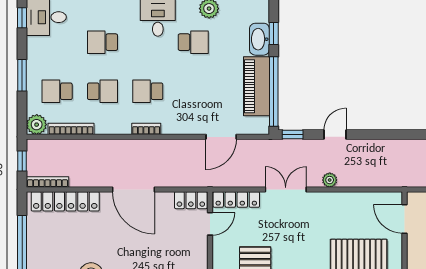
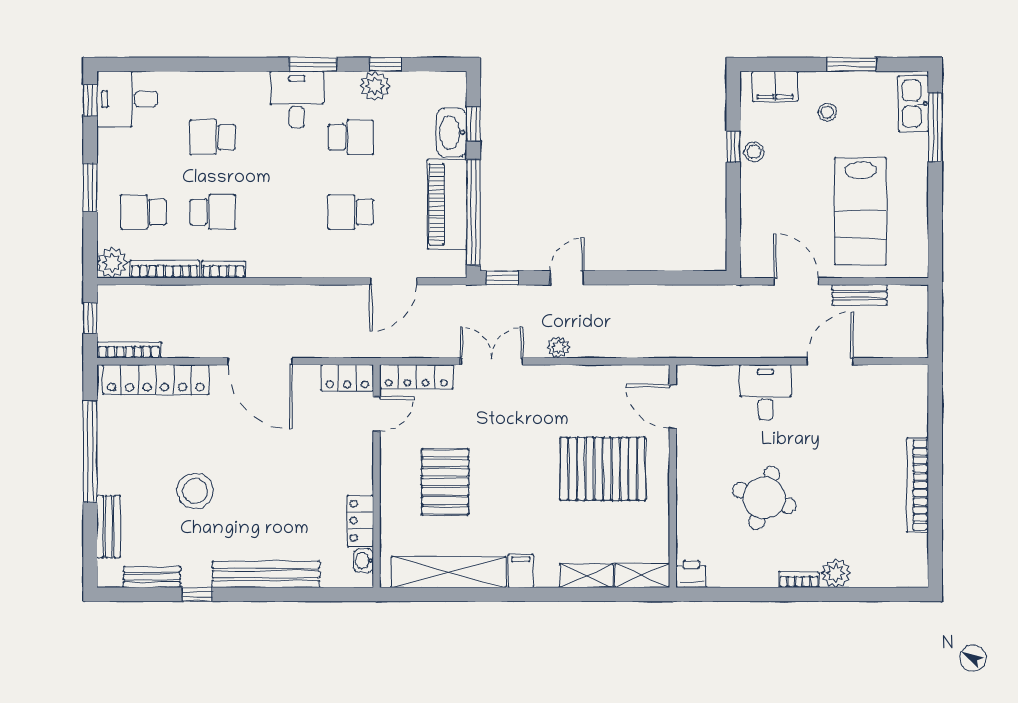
school desk: (148, 91) -> (351, 212), moved
bookcase: (146, 129) -> (224, 269), moved

